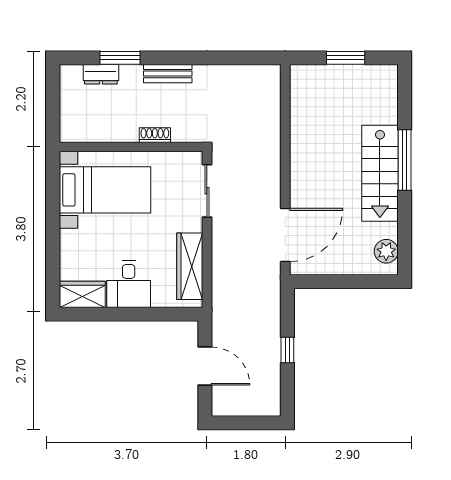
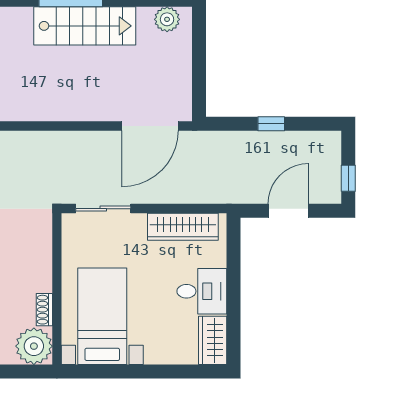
plant: (77, 125) -> (34, 346), added
shoe rack: (155, 135) -> (44, 310), moved
door: (285, 235) -> (150, 126), swing flipped
window: (236, 423) -> (348, 178), added

